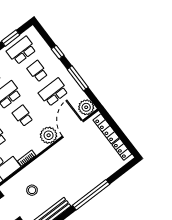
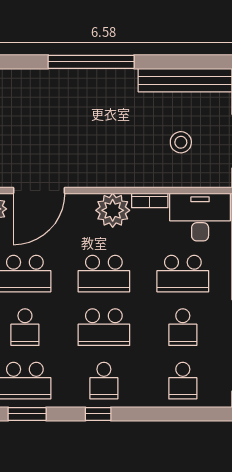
school desk: (23, 116) -> (104, 274), width x1.85
plant: (49, 135) -> (113, 210), moved

